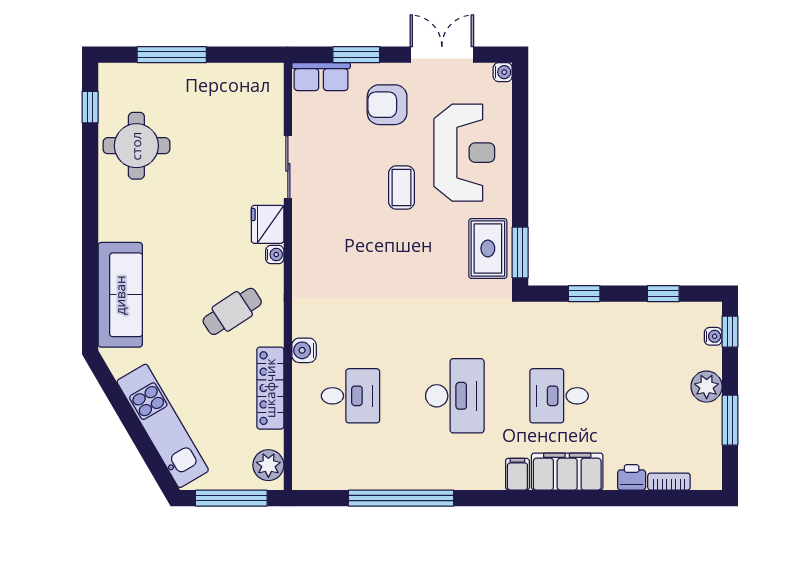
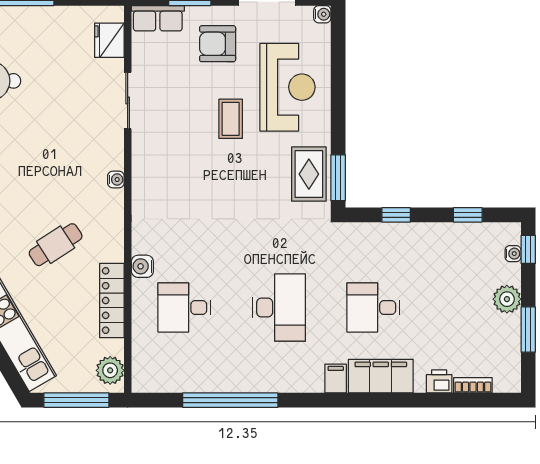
fridge: (268, 224) -> (109, 40), moved
cafe table: (232, 311) -> (56, 245), moved
desk: (351, 396) -> (184, 308), turned 180

